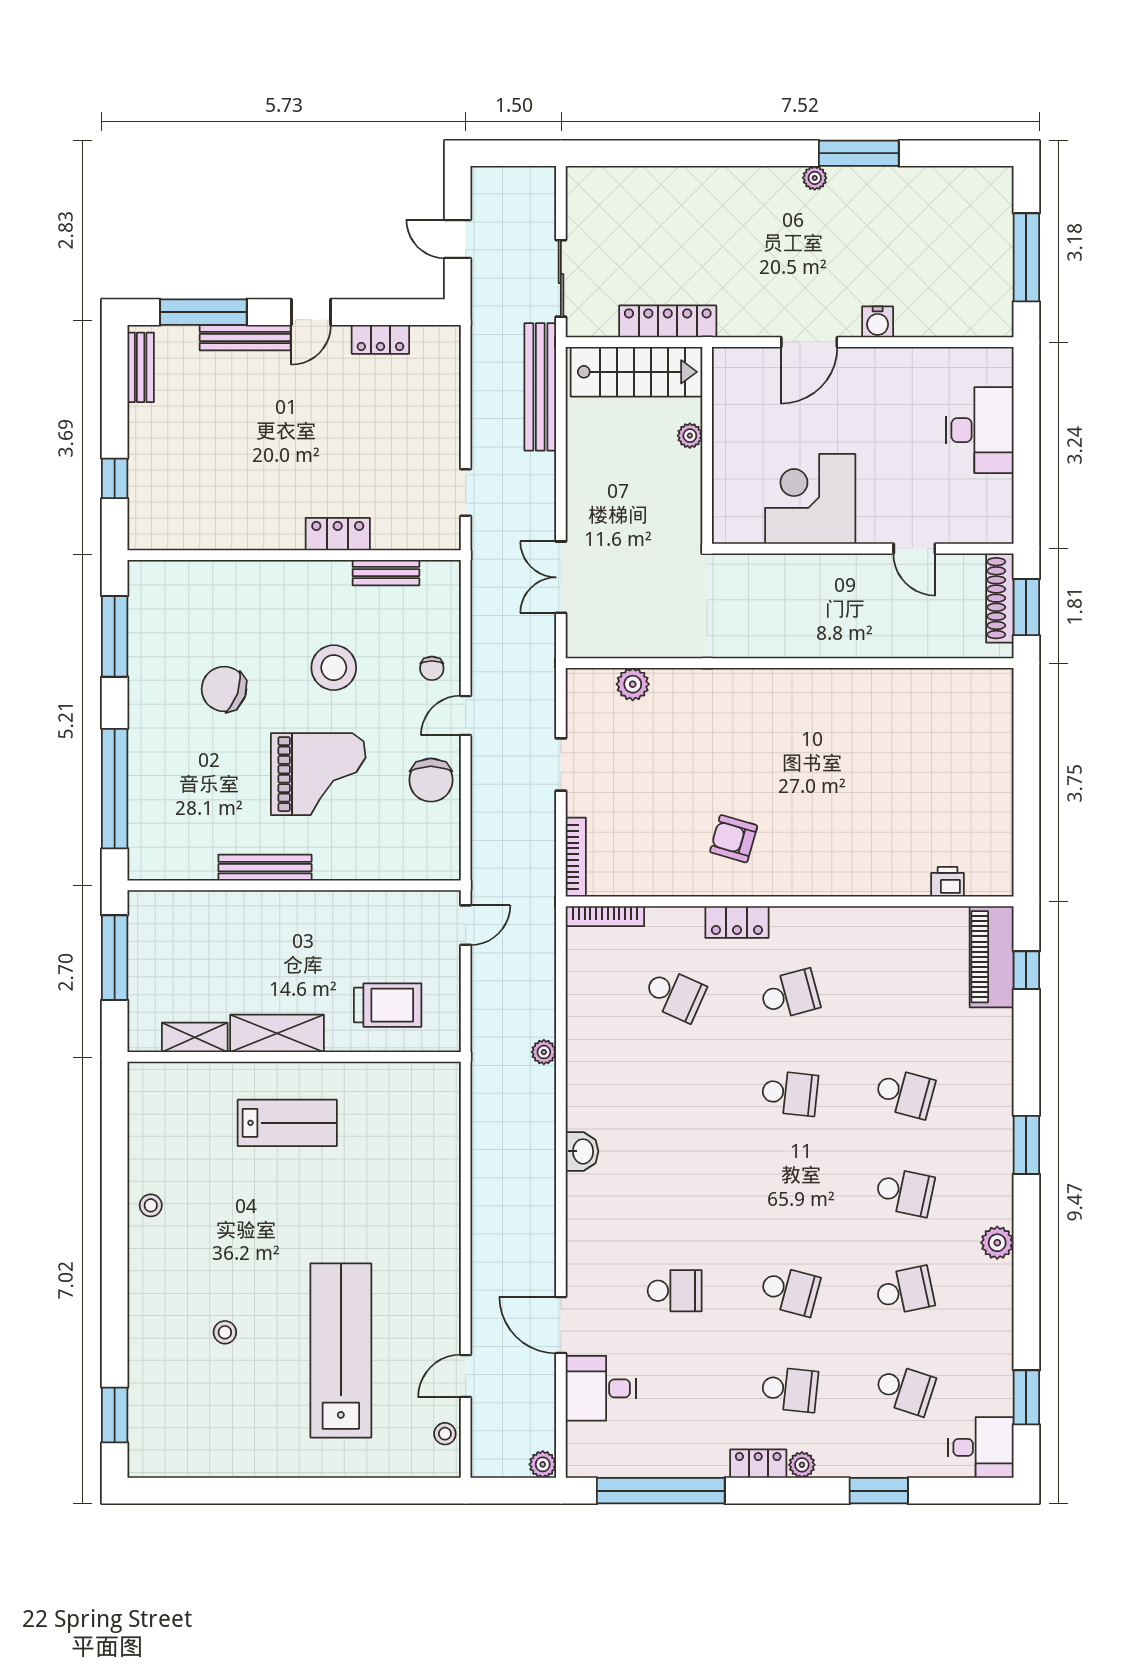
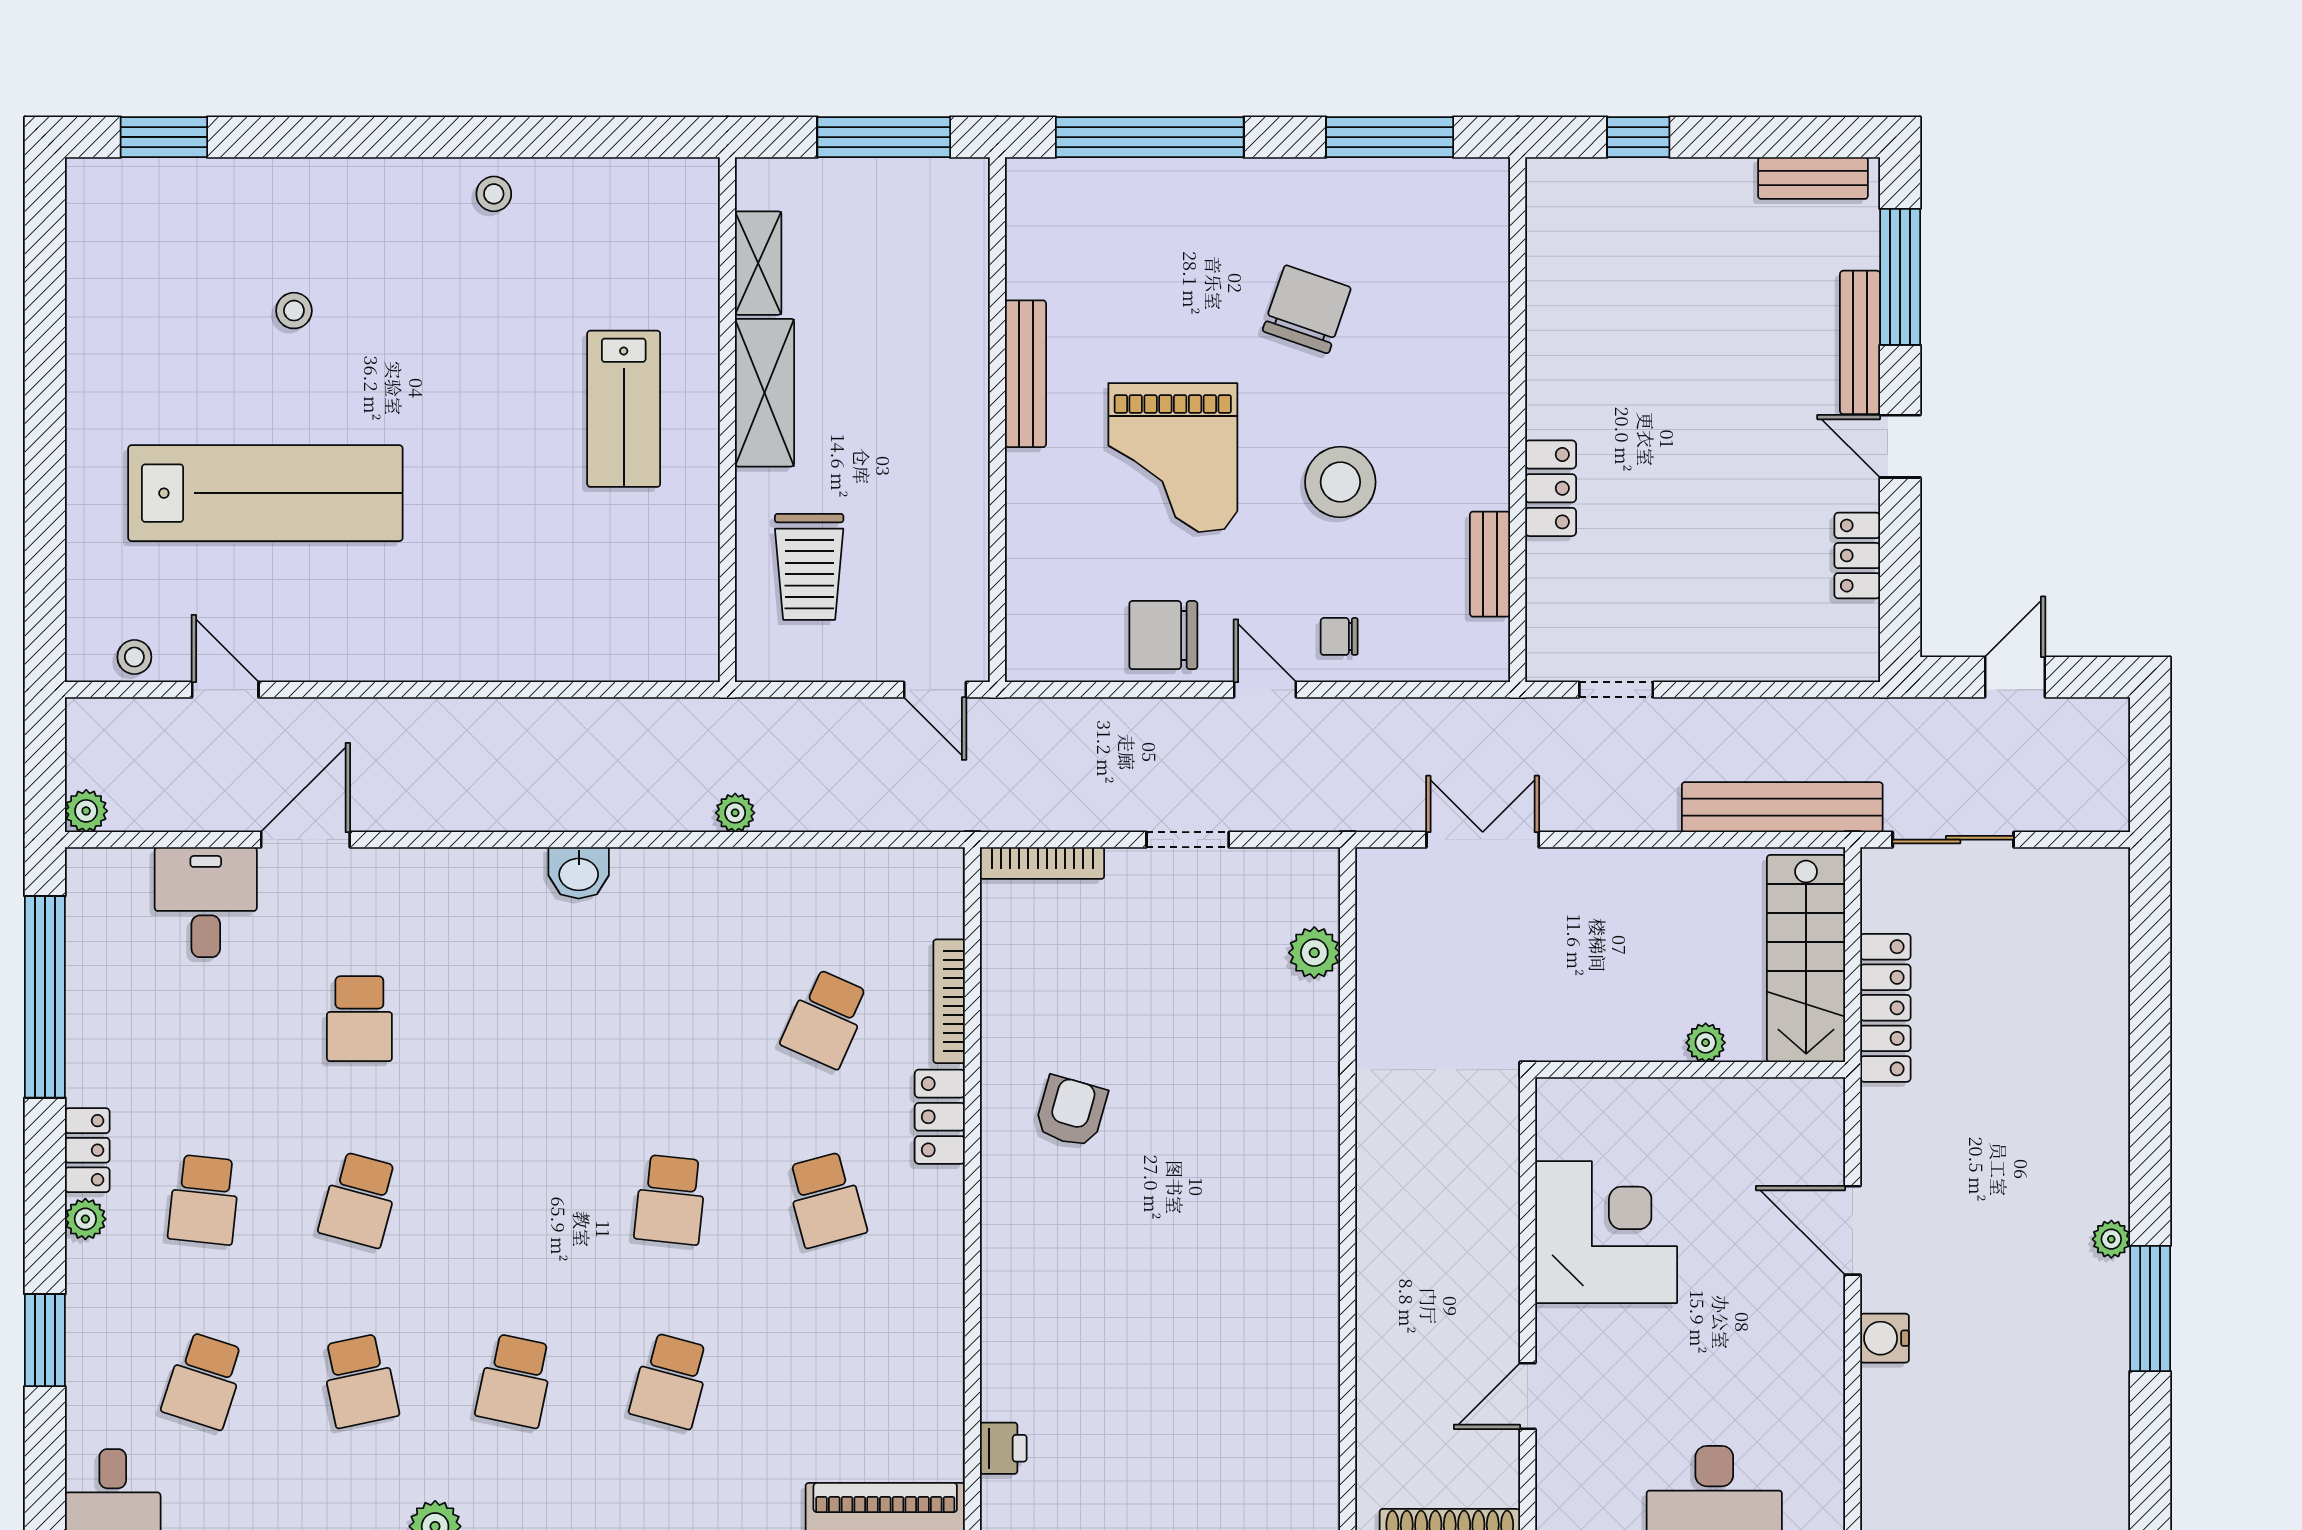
bookcase: (605, 916) -> (949, 1001), moved

